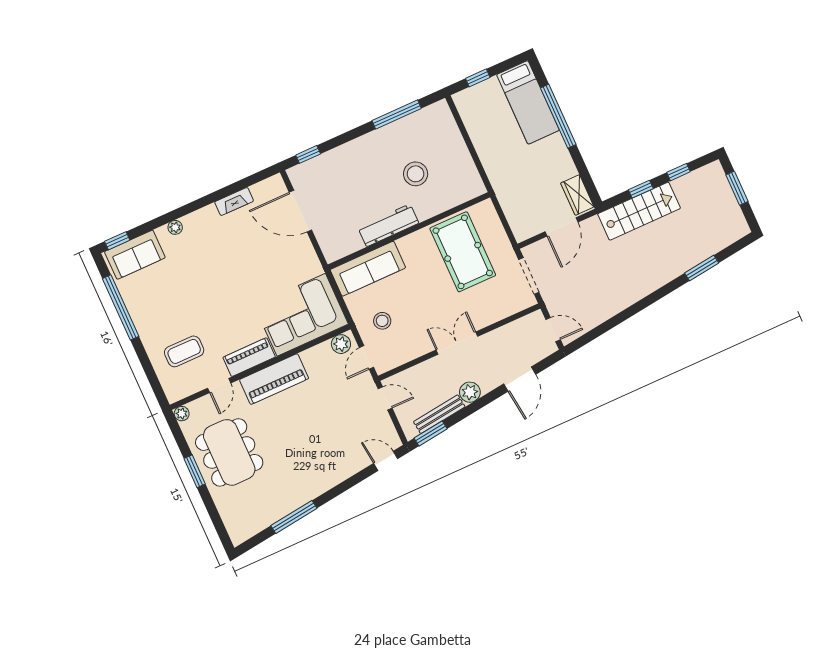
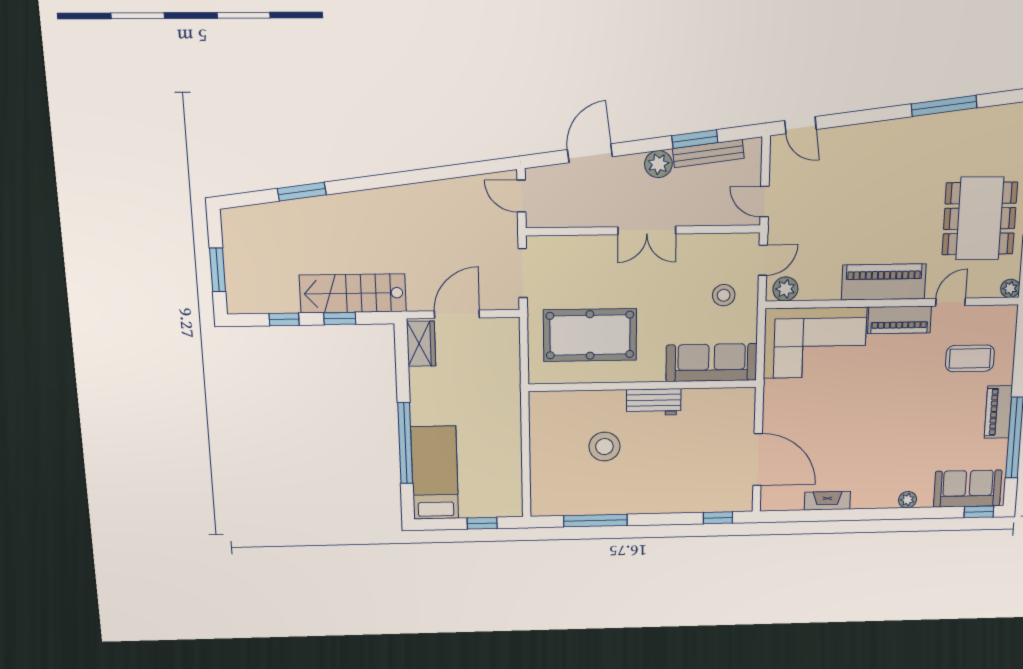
workbench: (388, 225) -> (654, 402), width x0.73
pool table: (463, 252) -> (590, 335), turned 90
piano: (143, 321) -> (998, 412), added
window: (431, 433) -> (695, 139), moved

